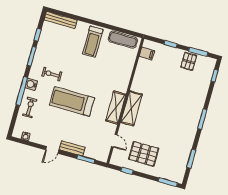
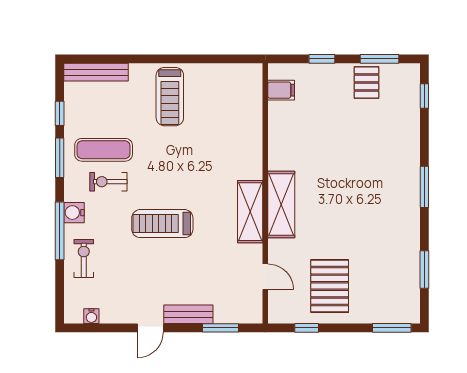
exercise mat: (123, 40) -> (104, 150), moved
treadmill: (72, 101) -> (162, 224), width x0.73, depth x0.73
pallet: (144, 154) -> (330, 286), turned 90

